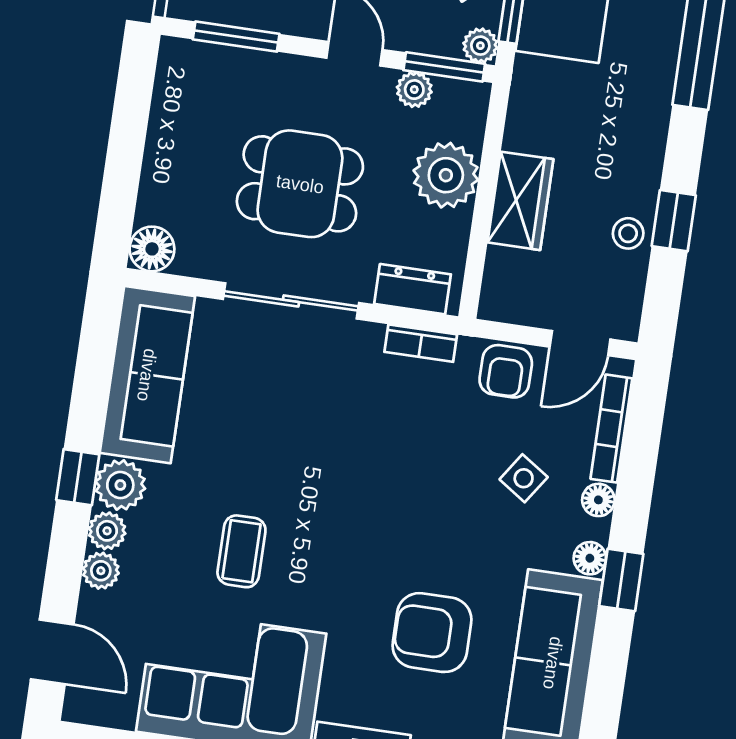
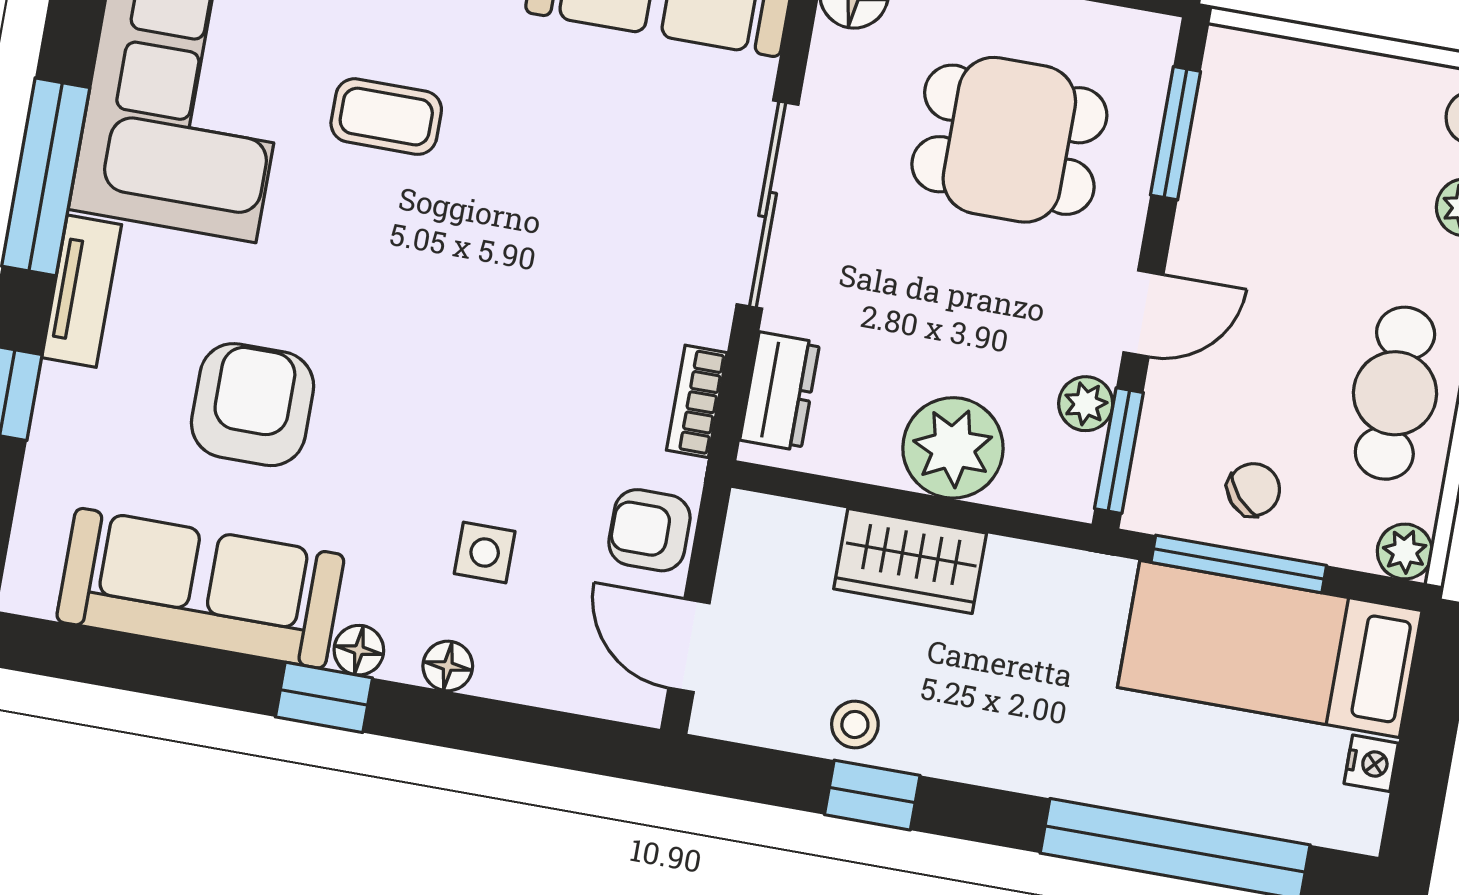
plant: (480, 46) -> (1150, 507), removed
dining table: (300, 184) -> (1009, 140), moved, turned 90
bookcase: (611, 429) -> (557, 690), removed
side table: (524, 478) -> (485, 552), turned -34

